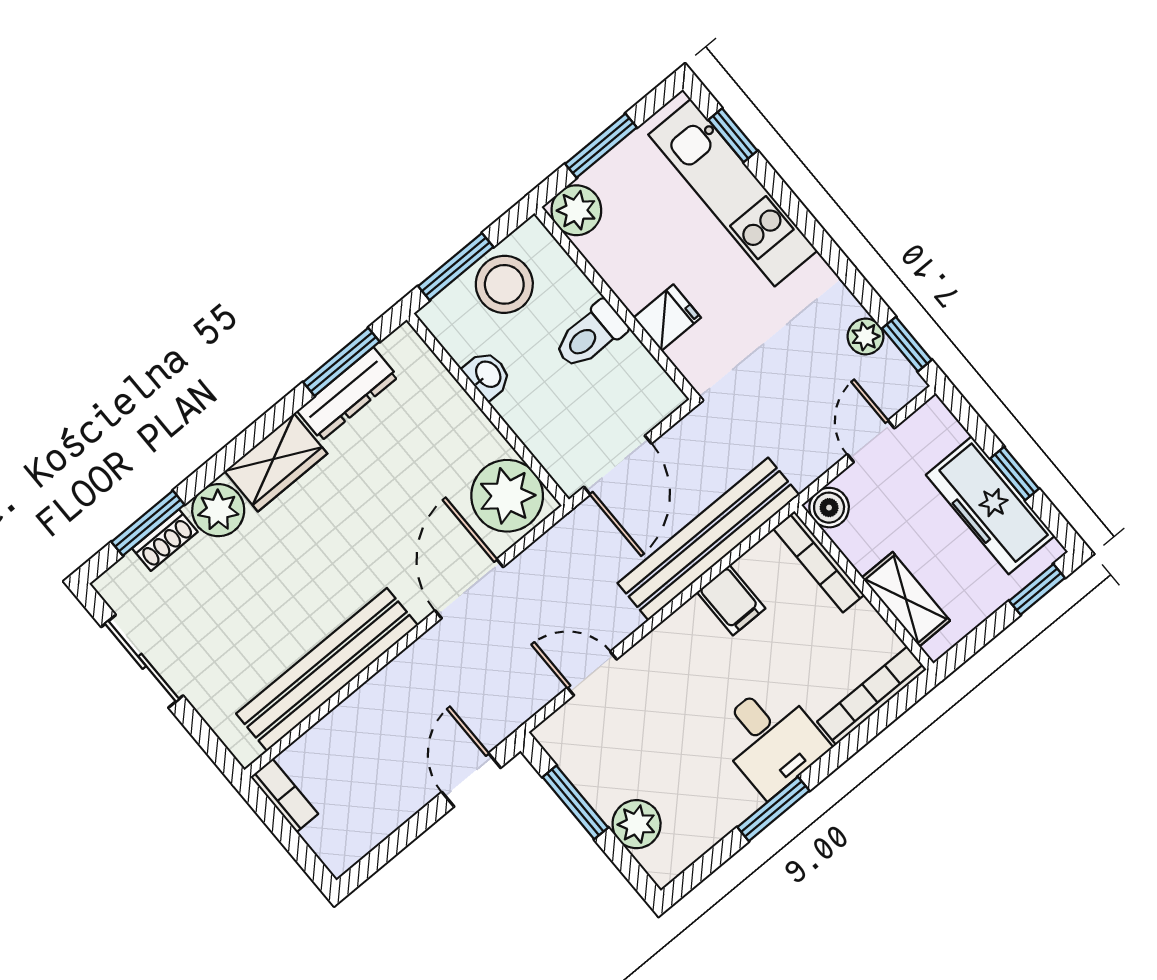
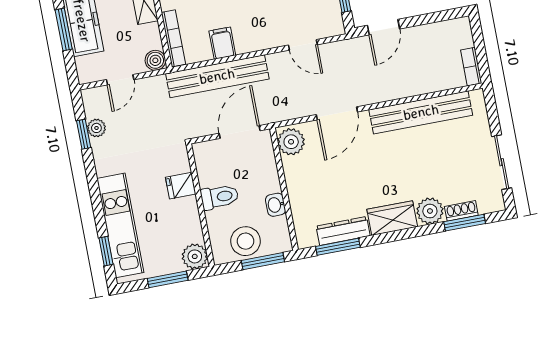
window: (907, 344) -> (84, 134), moved
window: (1015, 474) -> (64, 29), width x1.50
plant: (507, 496) -> (291, 142), width x0.73, depth x0.73

